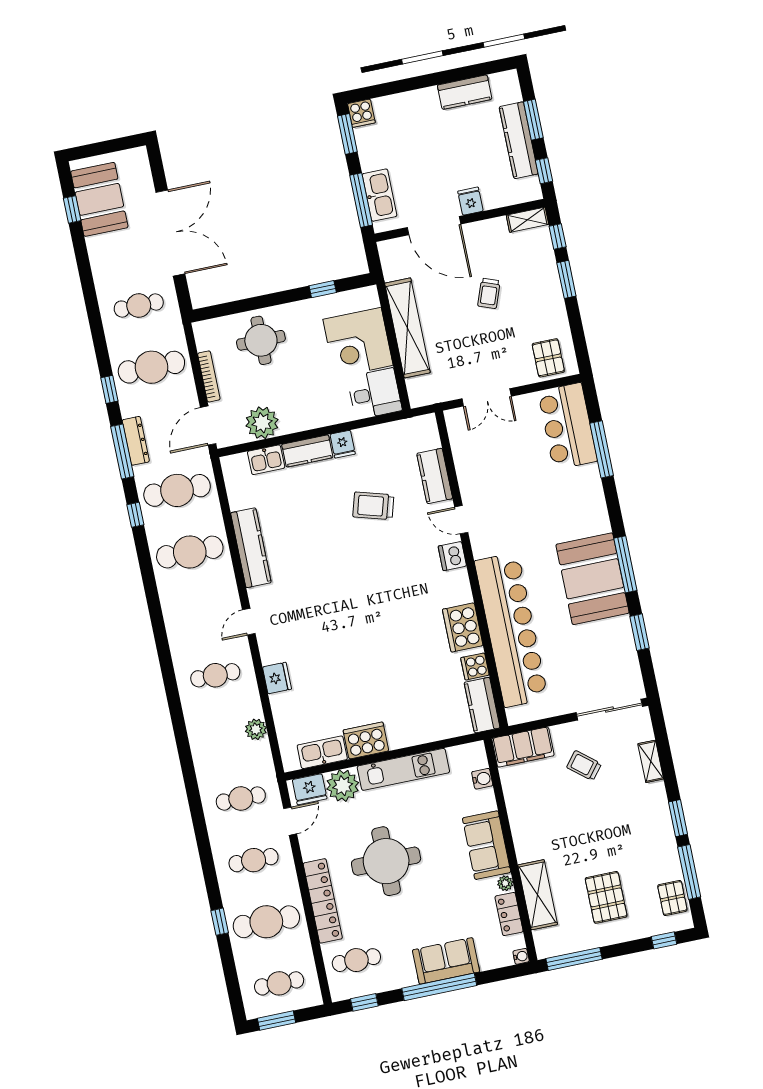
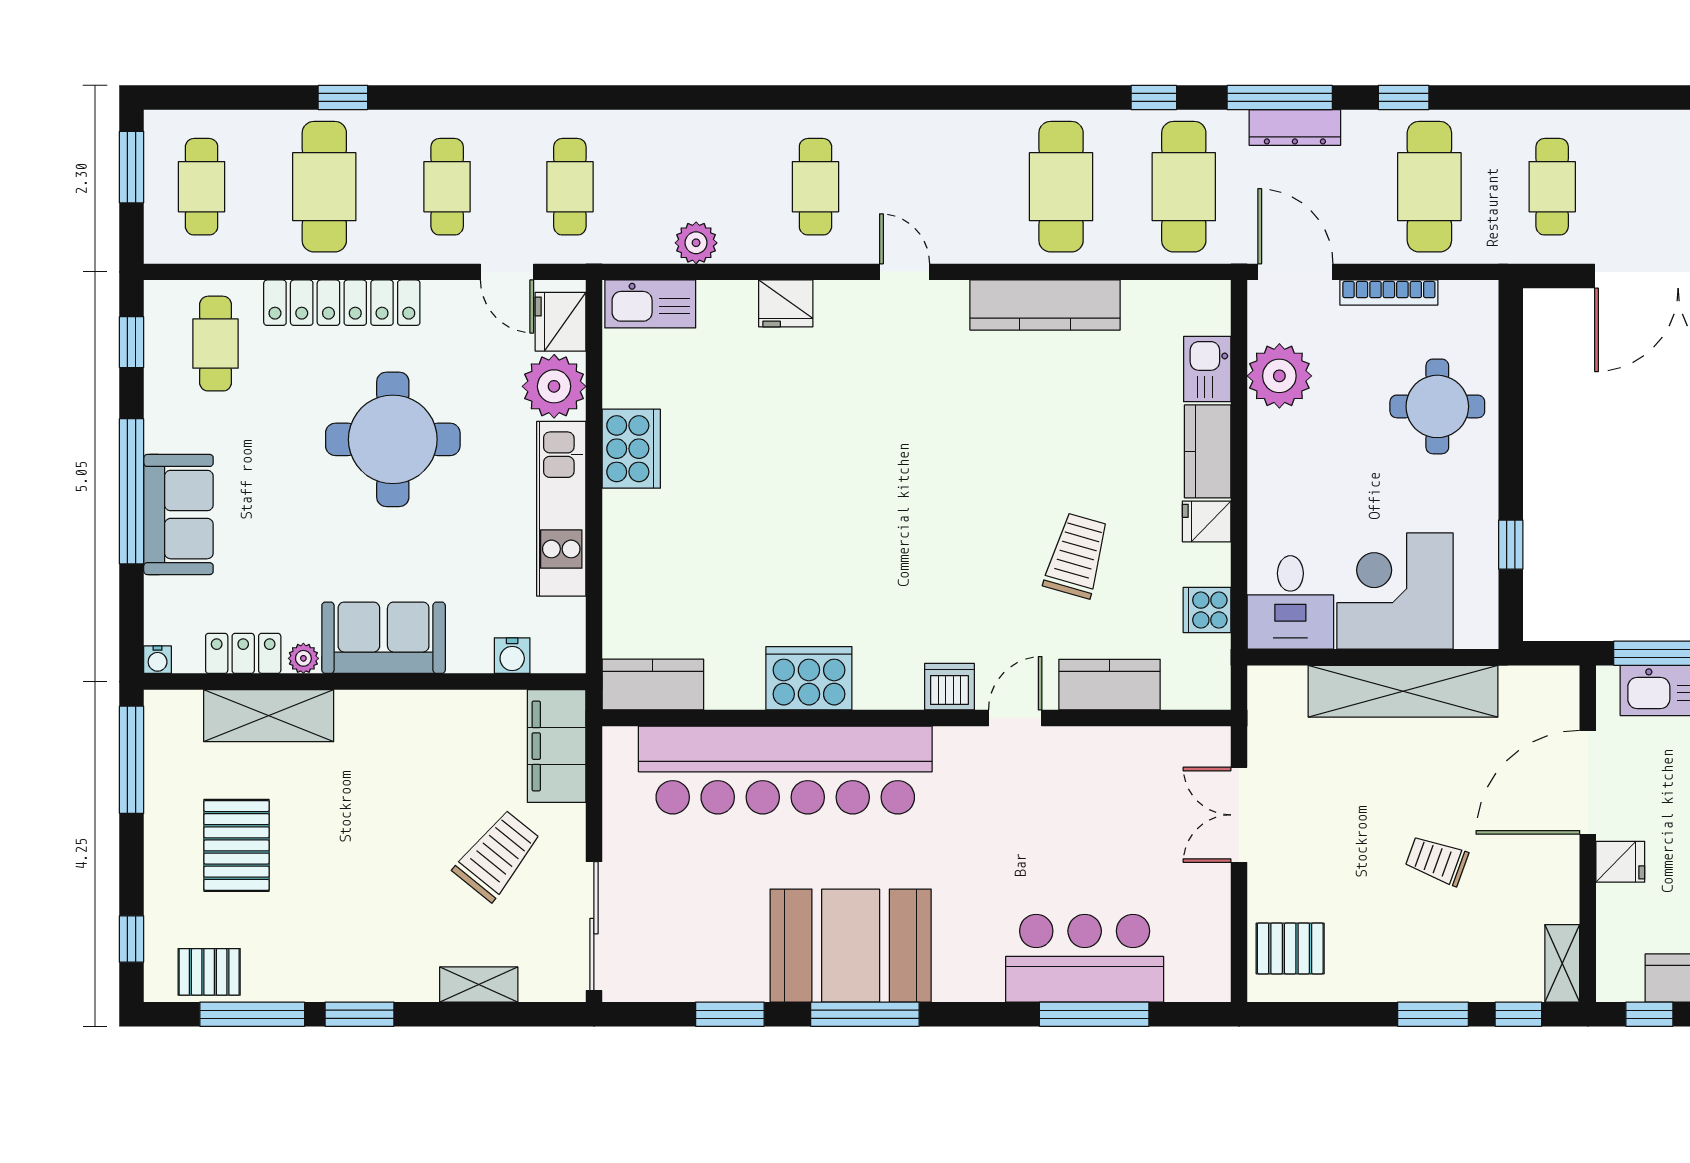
bar counter: (568, 426) -> (1085, 958), moved
cooker: (475, 666) -> (1207, 610), moved, turned -90
kitchen sink: (322, 752) -> (650, 304), moved, turned 90
trolley: (584, 766) -> (497, 855), width x1.36, depth x1.39
pallet: (606, 897) -> (237, 845), turned 90

